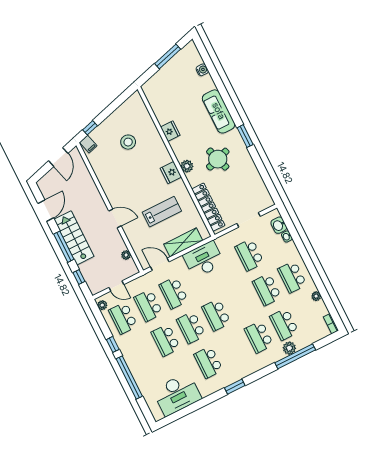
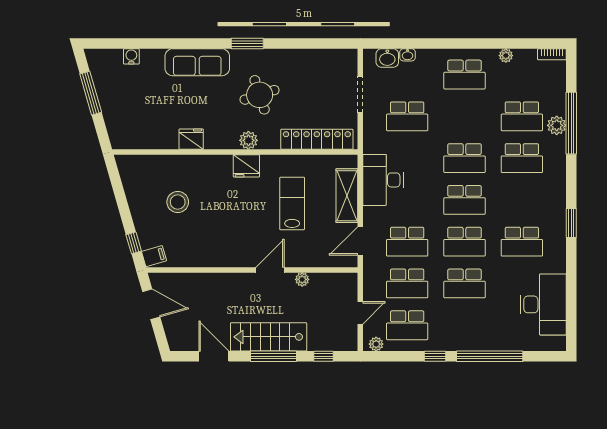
plant: (126, 255) -> (302, 279), moved
school desk: (267, 290) -> (464, 158), moved

